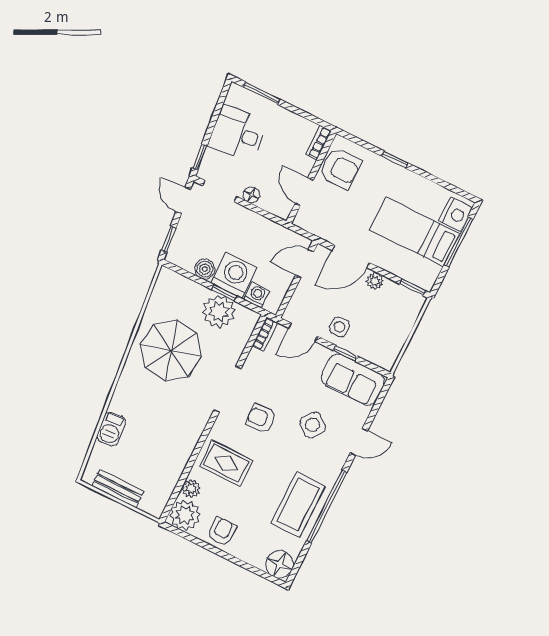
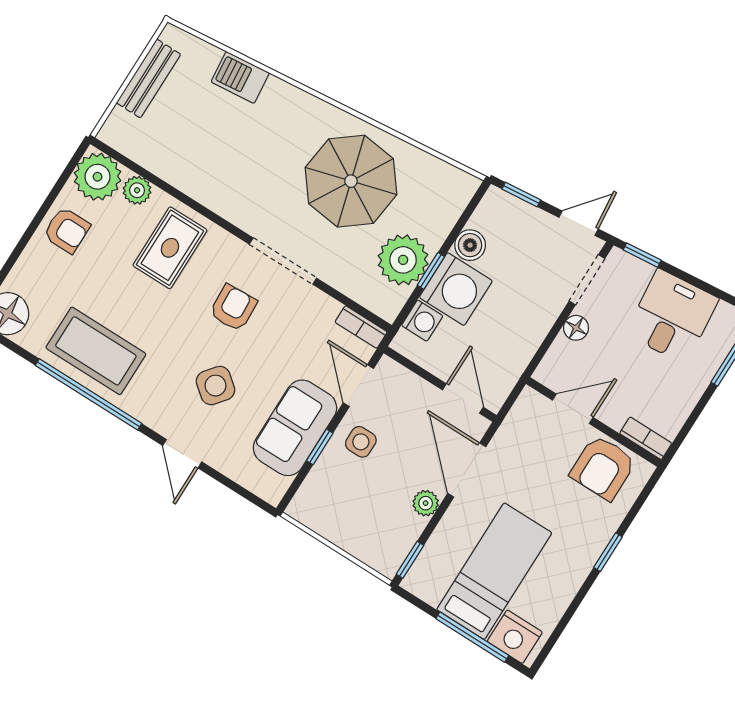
sofa: (353, 380) -> (295, 428), moved

